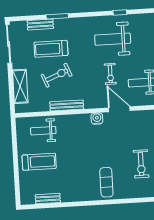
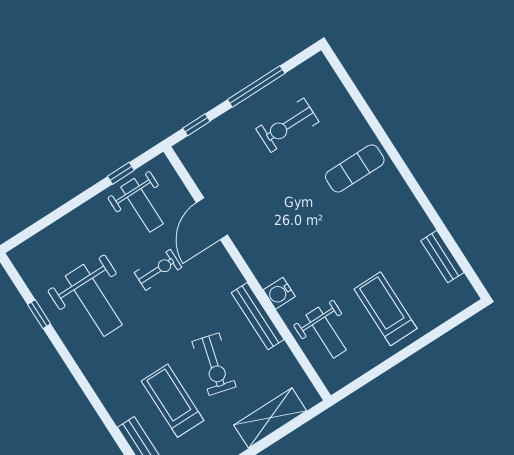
window: (57, 16) -> (108, 422), removed
treadmill: (51, 49) -> (173, 401), turned 180
exercise bike: (57, 75) -> (214, 364), turned -143
water cooler: (97, 119) -> (279, 293), moved
exercise bike: (141, 164) -> (287, 125), turned 180

